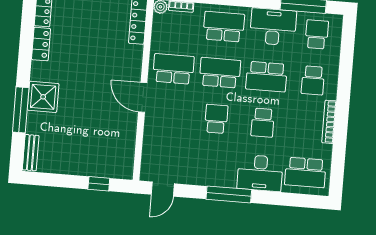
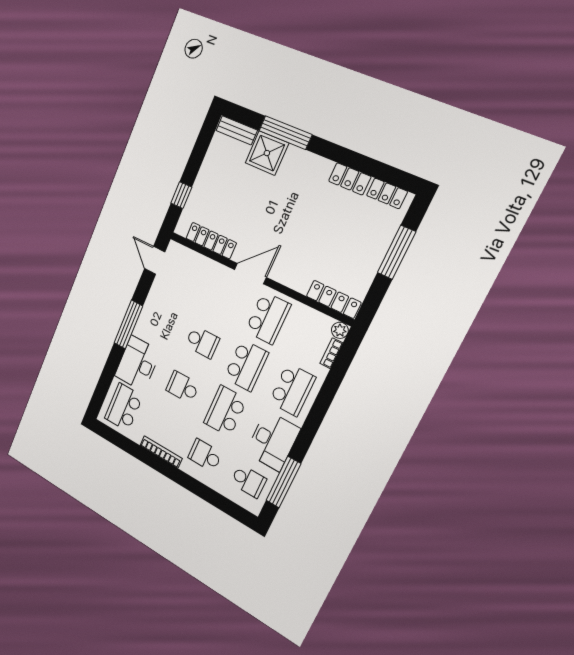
shower: (43, 97) -> (267, 153), moved
locker: (128, 142) -> (211, 241), added

